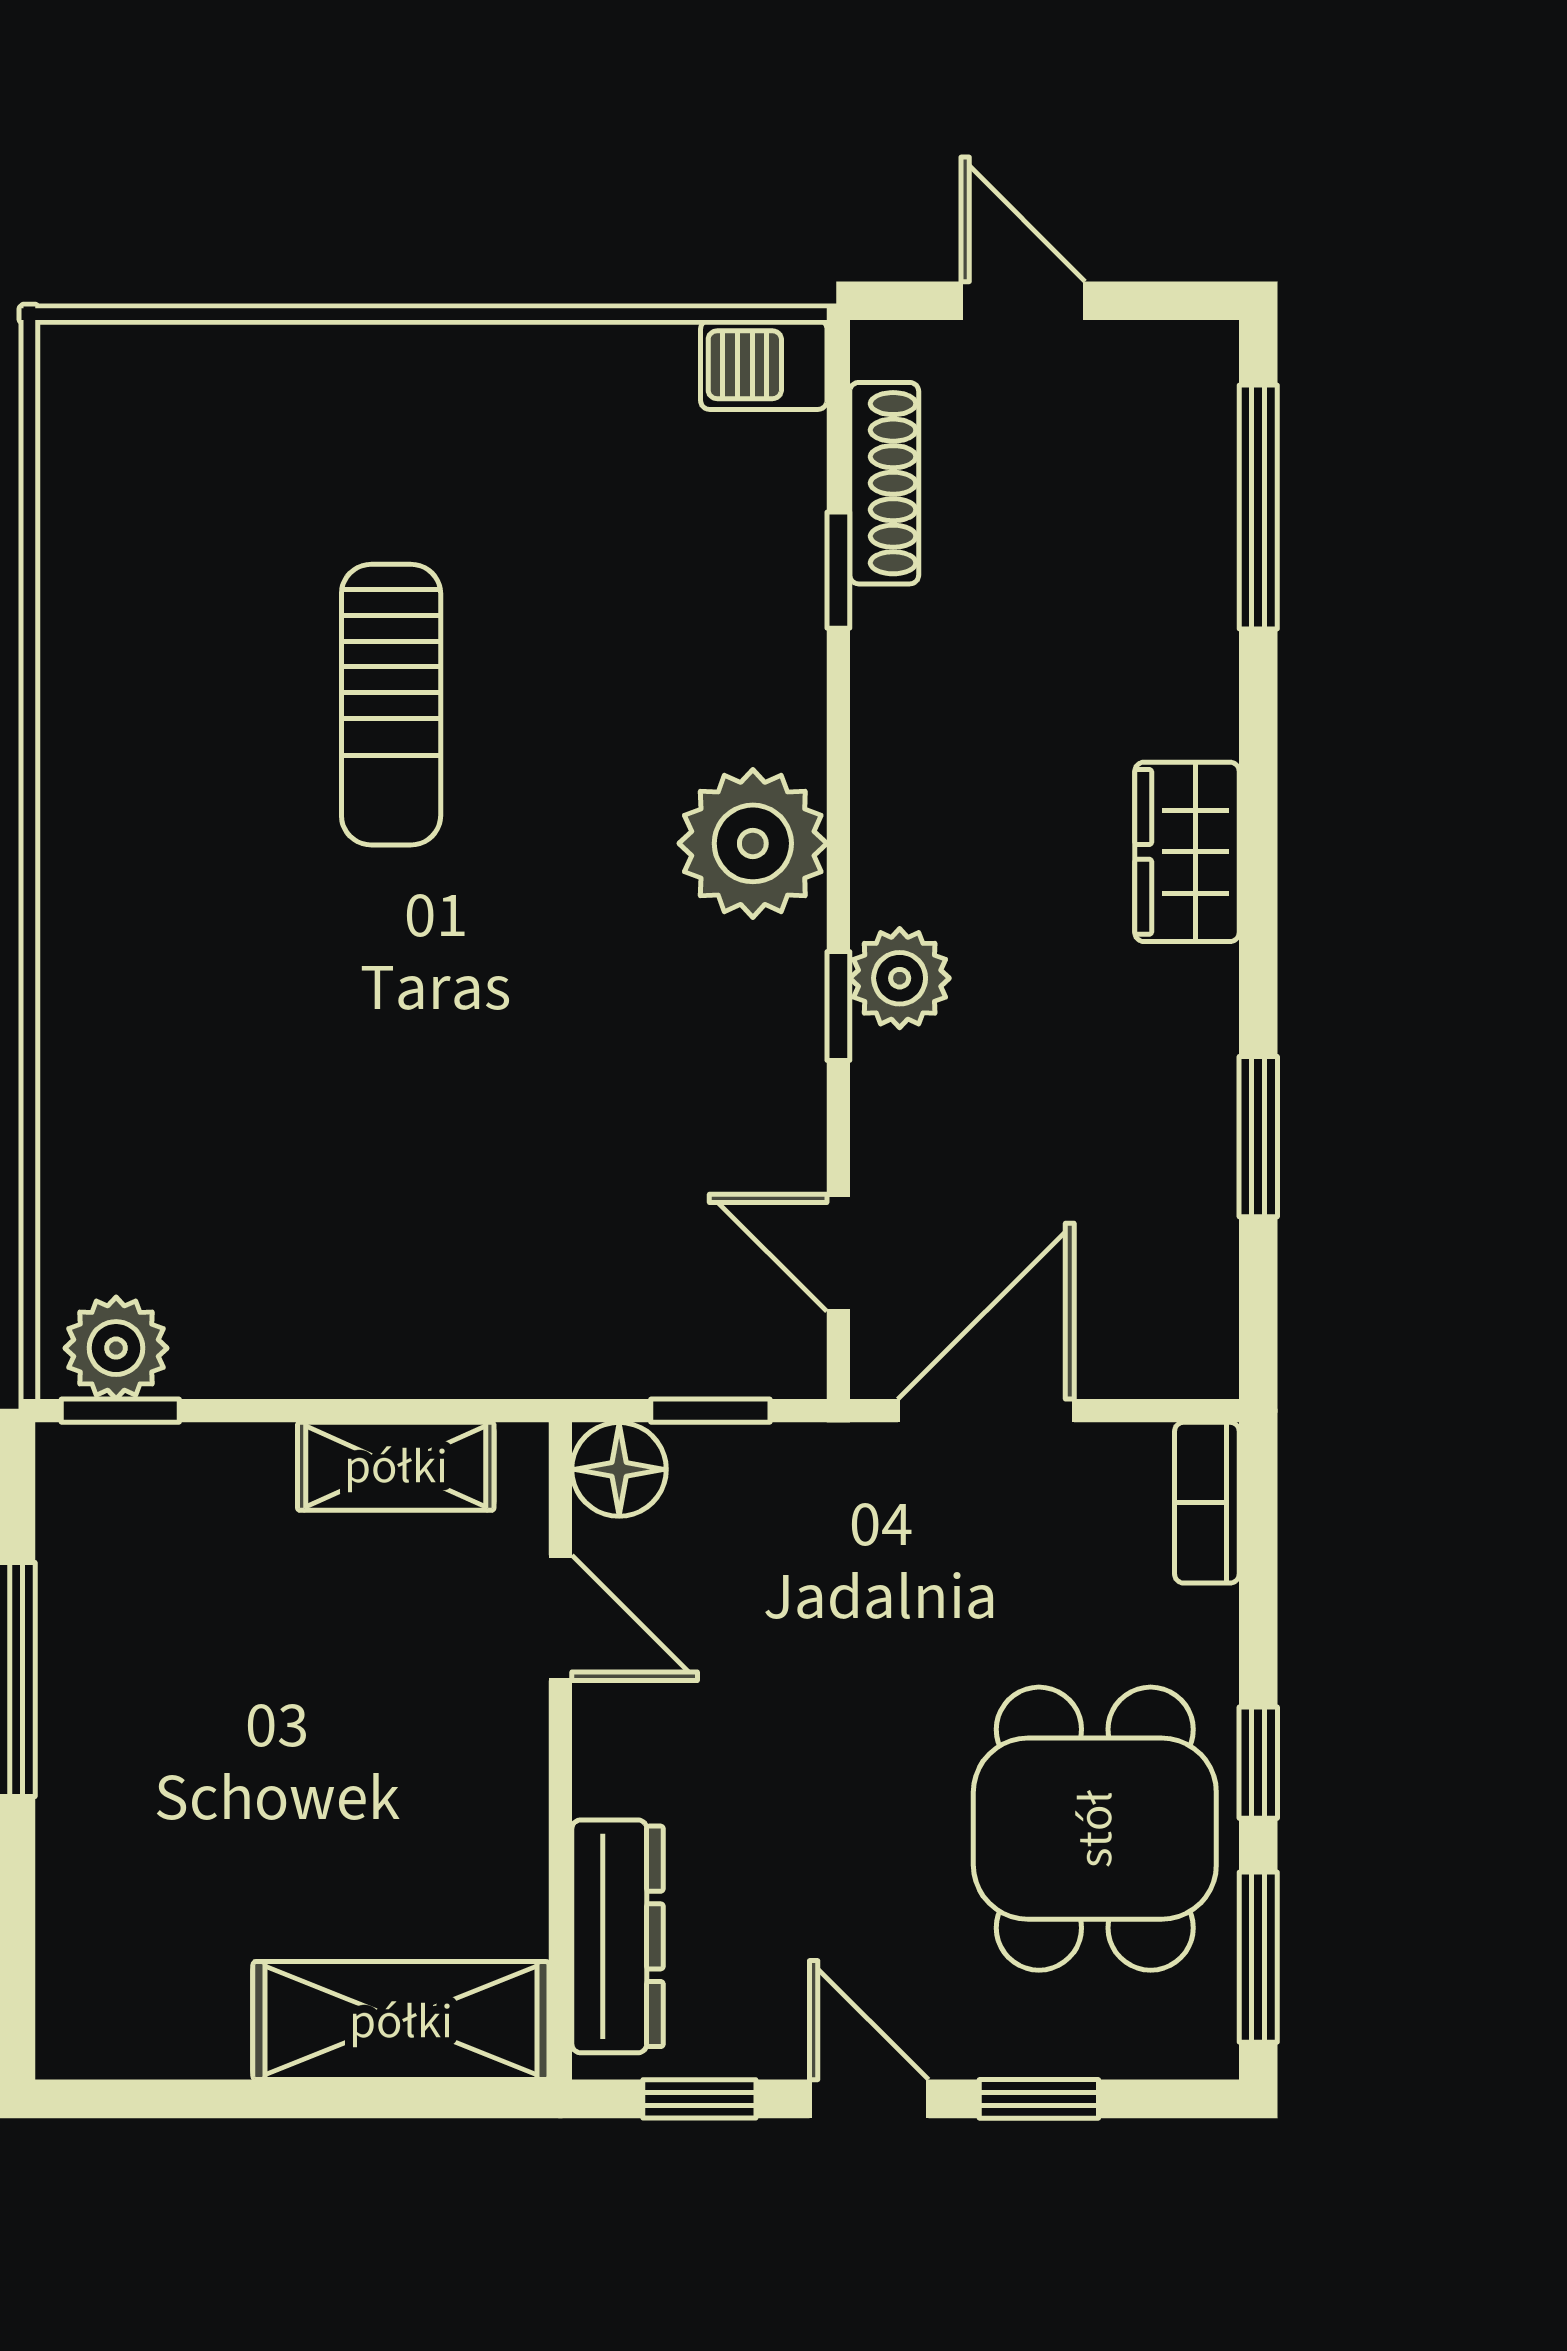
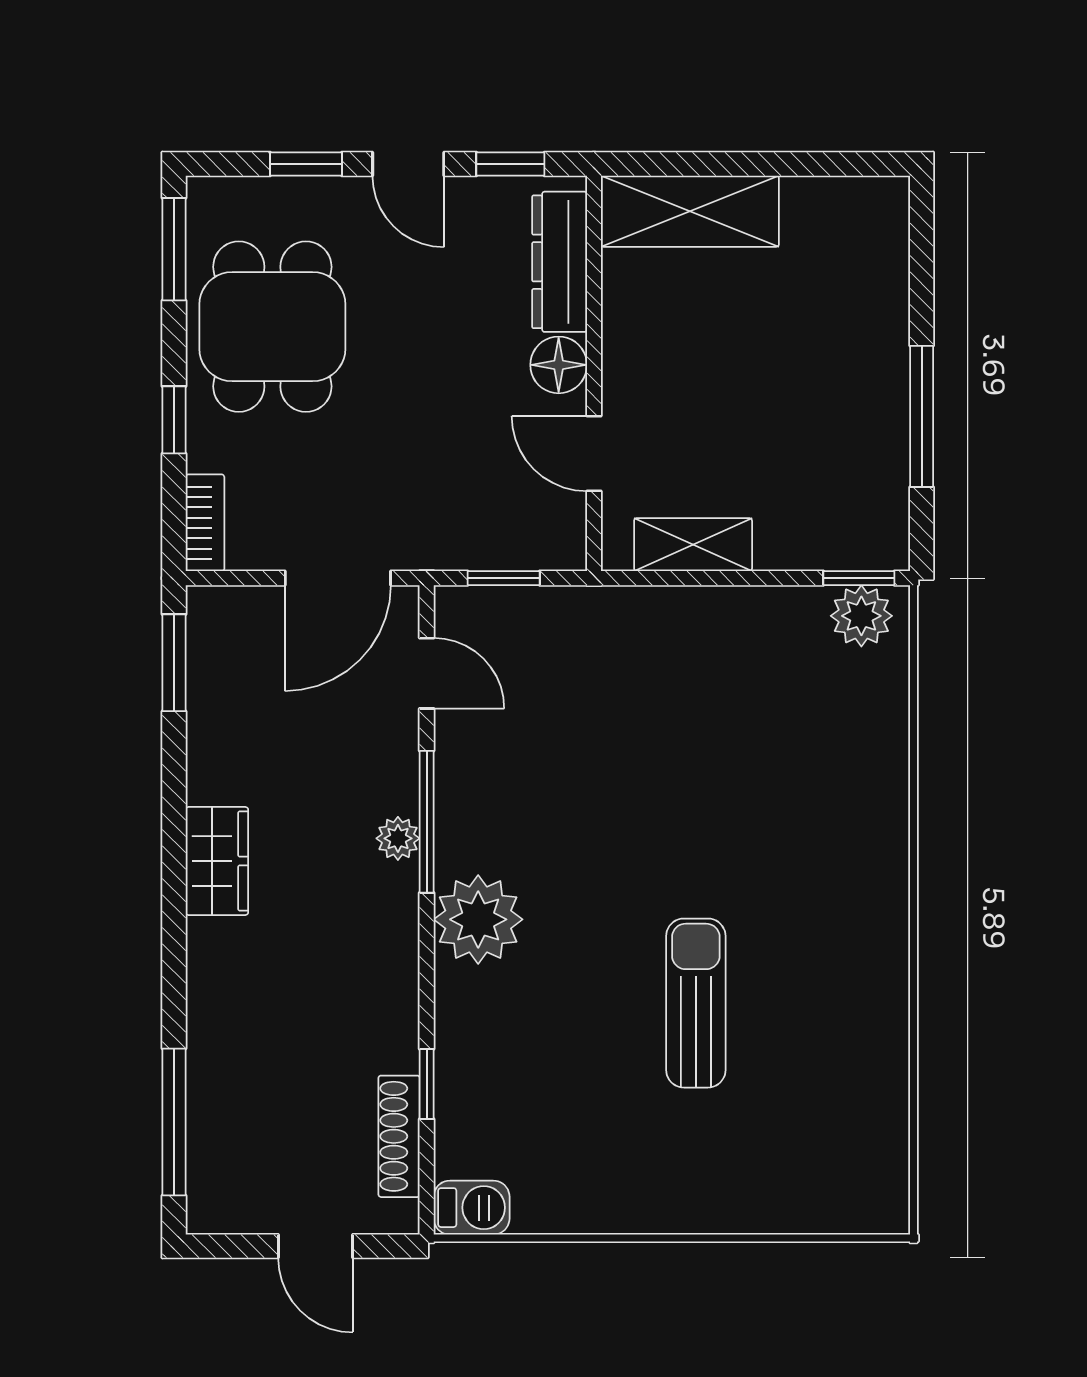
wardrobe: (1187, 852) -> (217, 861), moved
plant: (900, 978) -> (398, 838), width x0.73, depth x0.73
window: (838, 1006) -> (427, 822), width x2.17
window: (1258, 1137) -> (174, 663), moved
floor lamp: (619, 1469) -> (559, 365), moved
window: (1258, 1763) -> (174, 420), moved

